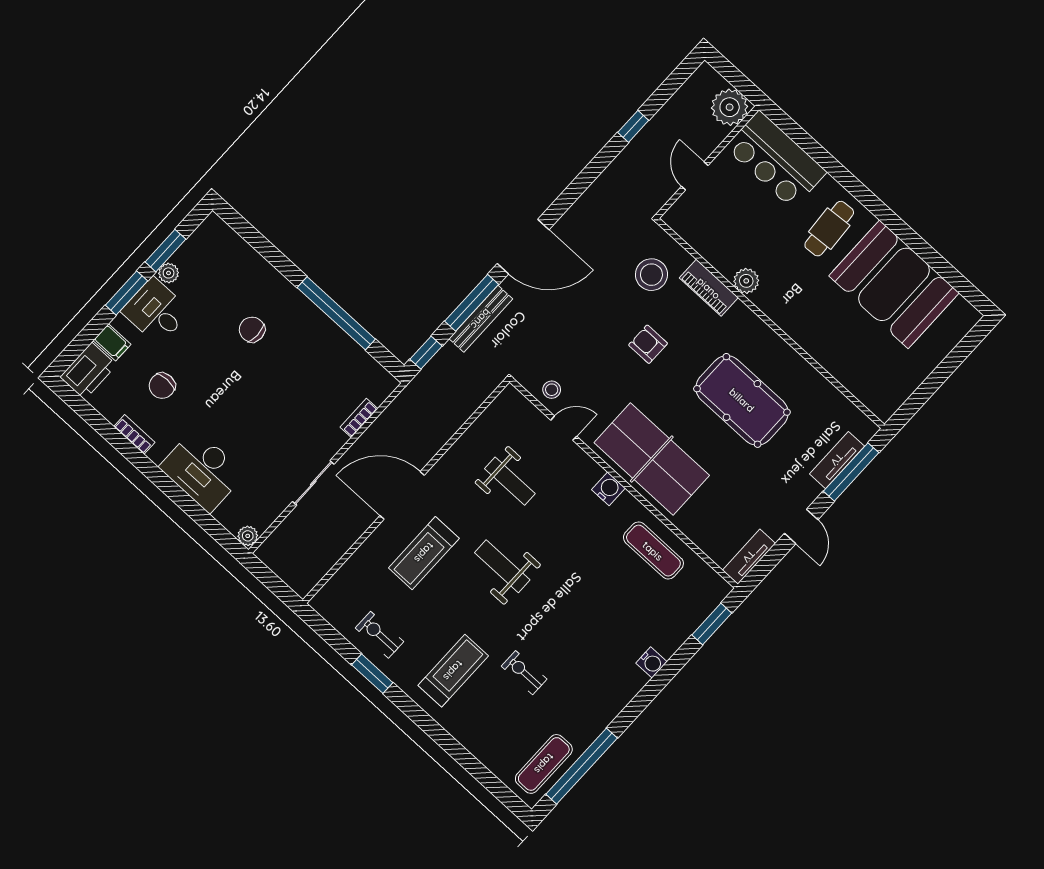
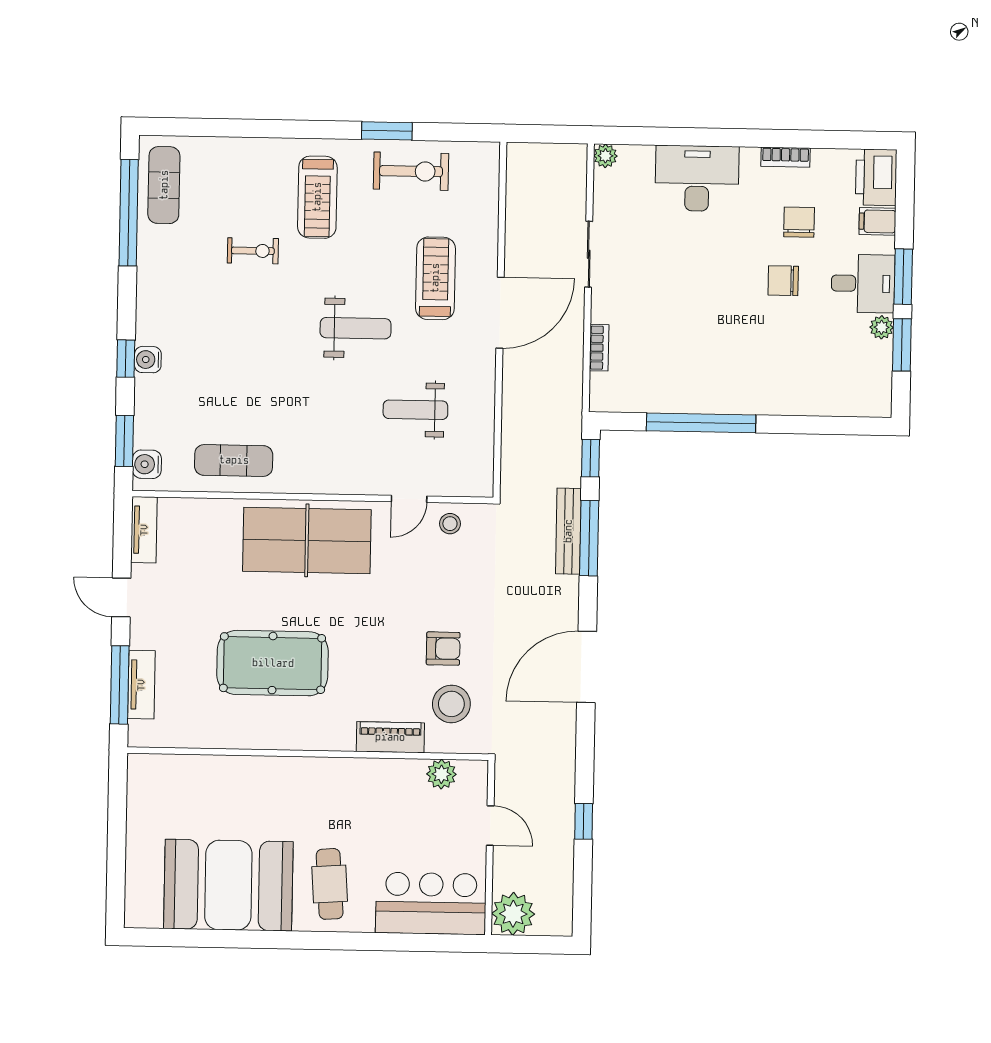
door: (523, 247) -> (587, 667), moved
plant: (746, 281) -> (441, 774), moved
chair: (252, 330) -> (783, 281), moved, turned 180
armchair: (648, 344) -> (443, 649), moved
water cooler: (608, 489) -> (147, 464), moved, turned 90
exercise bike: (379, 635) -> (411, 171), width x1.38, depth x1.39
window: (665, 675) -> (126, 359), added

